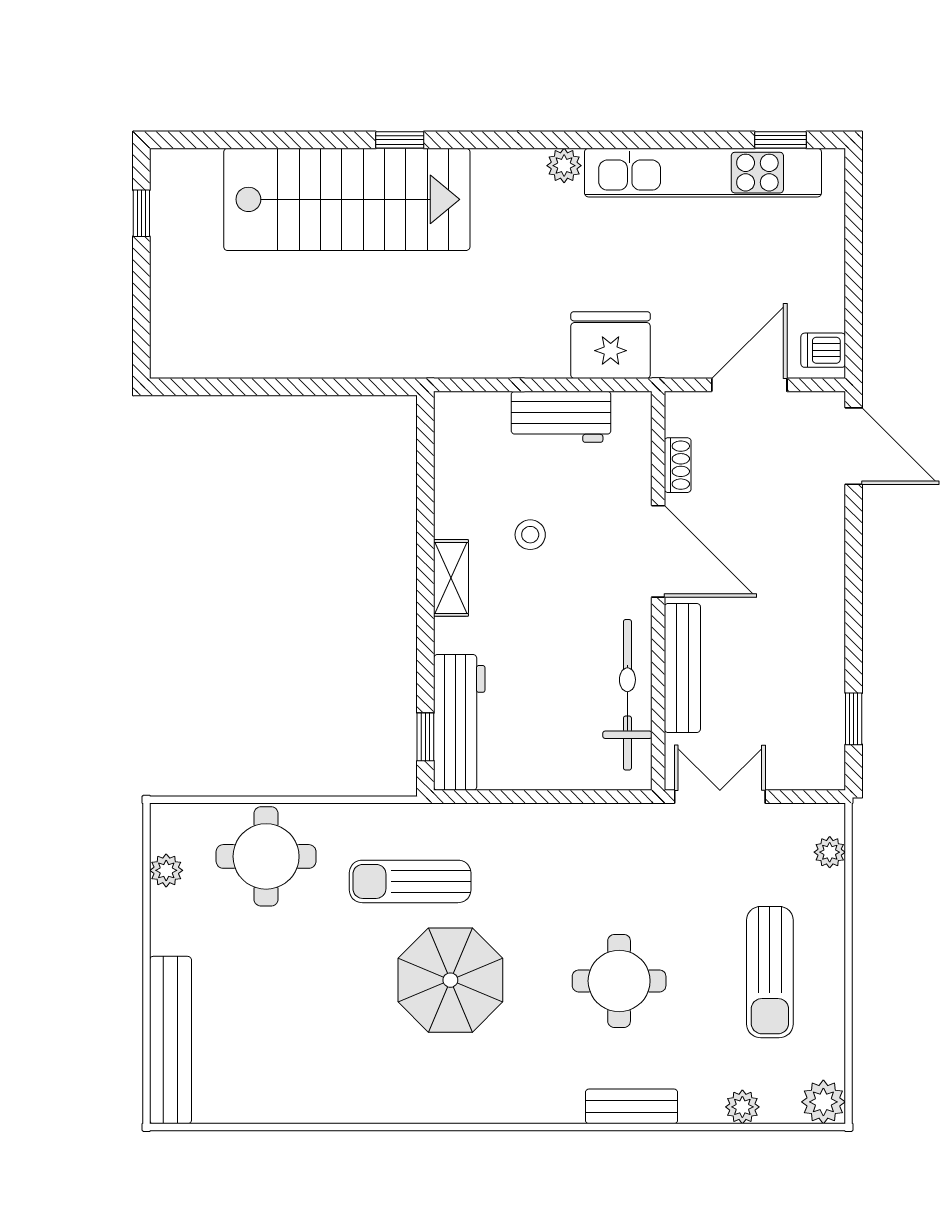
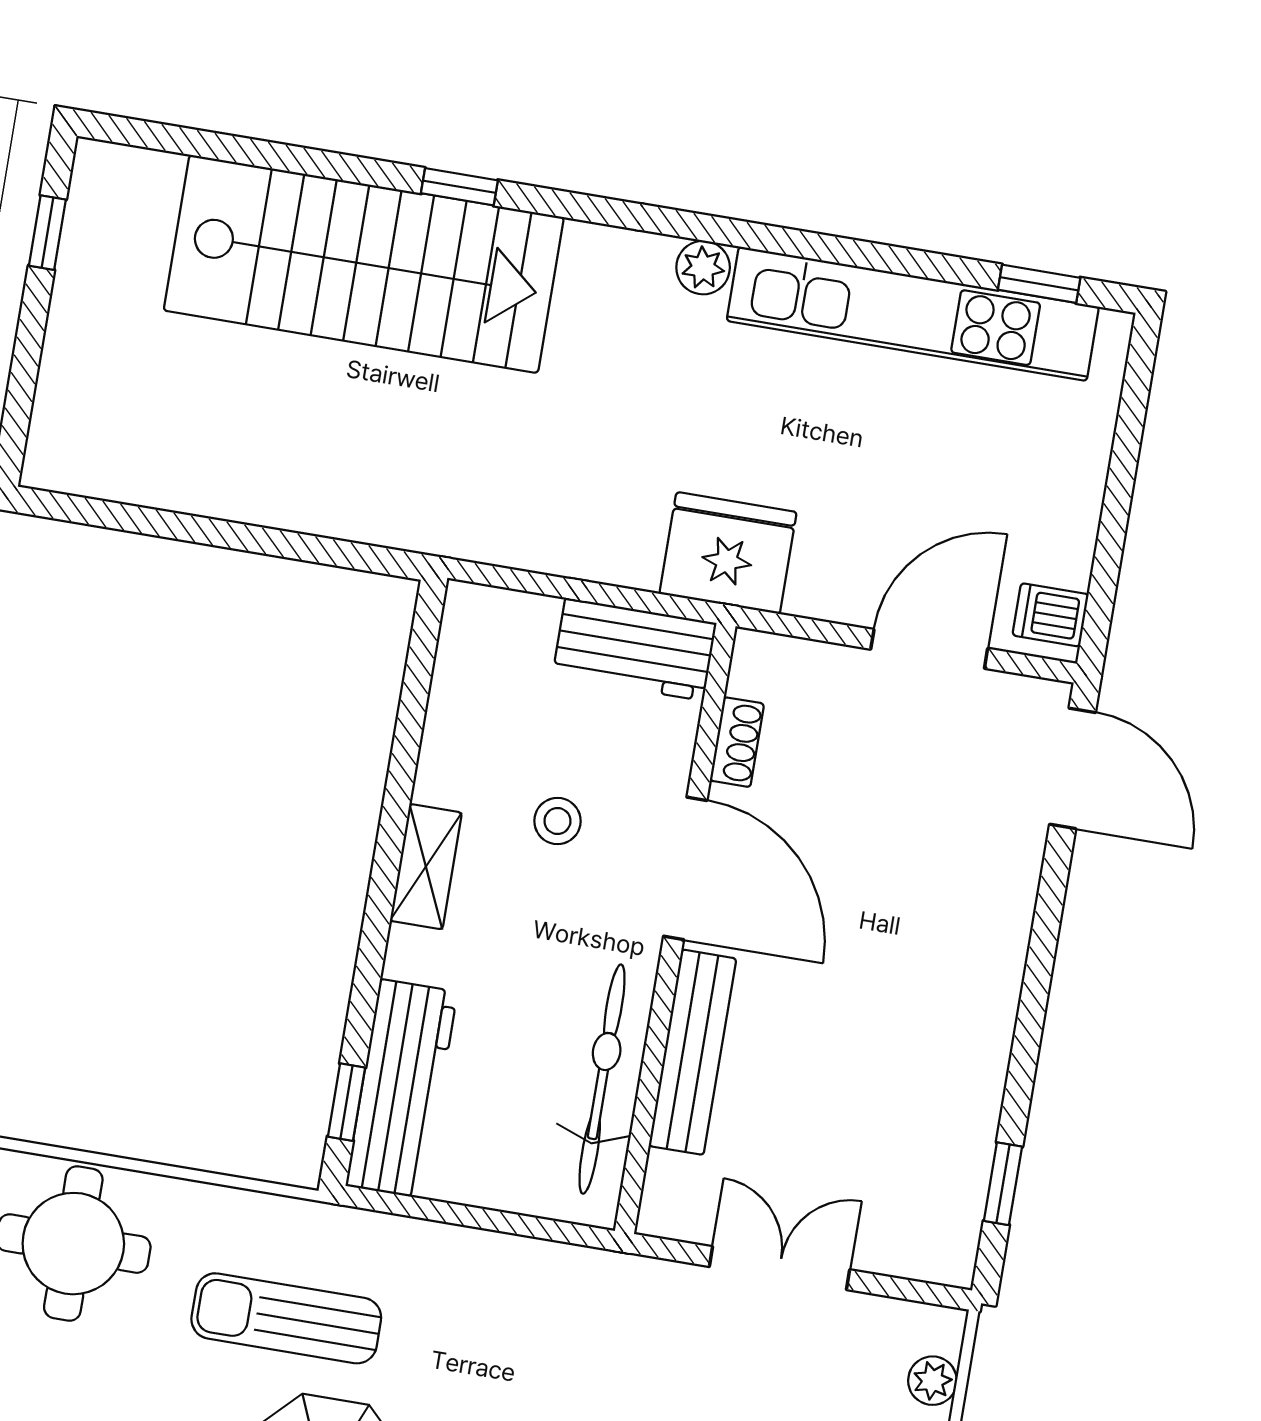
shoe rack: (678, 465) -> (737, 742), moved
door: (658, 551) -> (685, 868), moved
wall: (658, 591) -> (675, 928), moved
bench: (682, 668) -> (692, 1052), moved
bicycle: (627, 695) -> (602, 1079), moved

